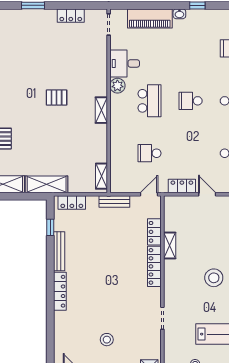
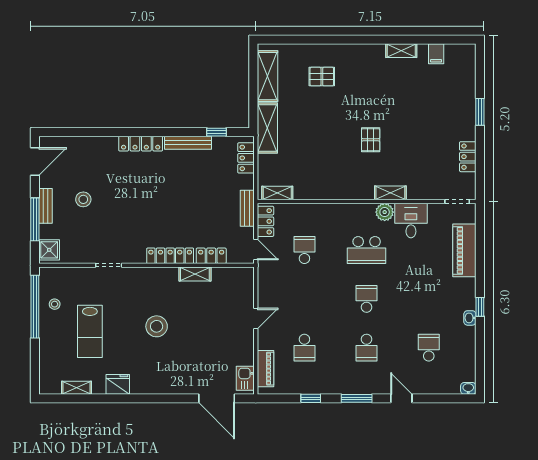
washbasin: (179, 14) -> (470, 318), moved
shelving: (101, 110) -> (390, 193), moved
locker: (182, 186) -> (265, 221), moved

